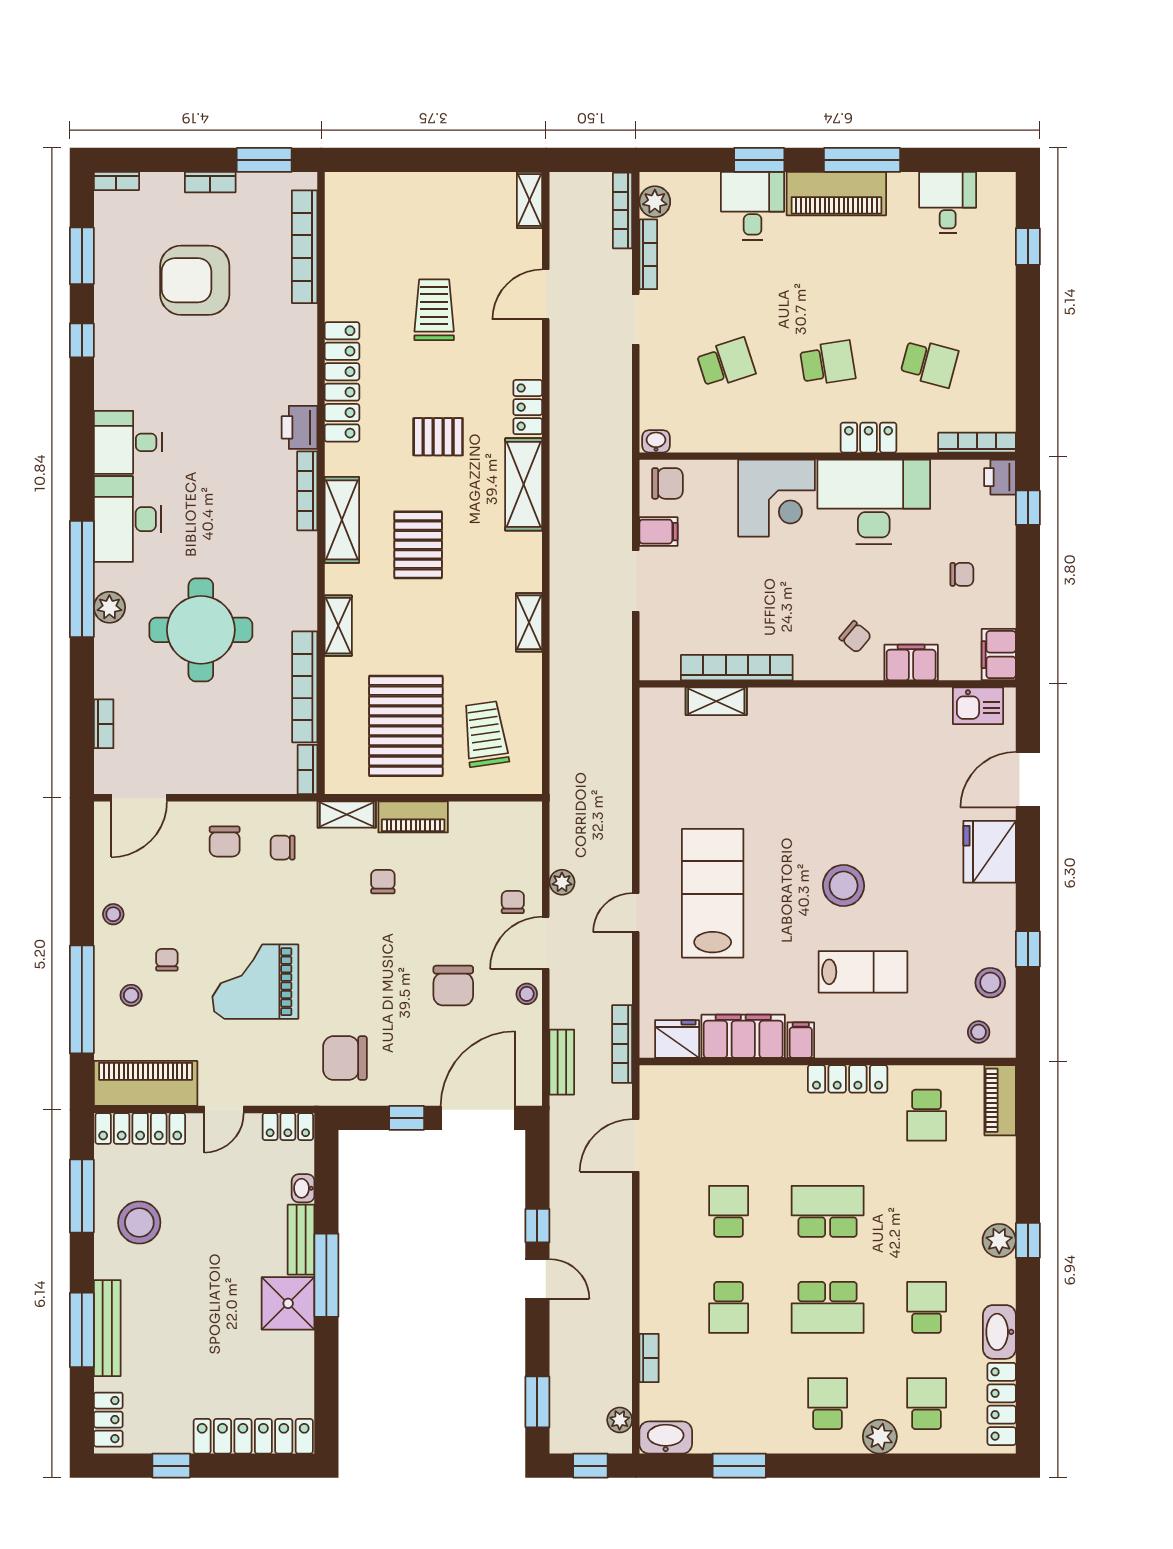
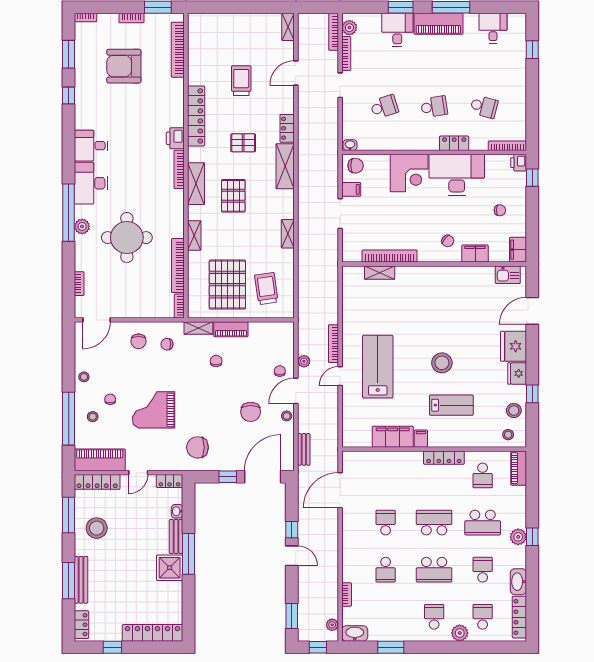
fridge: (677, 1039) -> (517, 373), moved, turned -90
bookcase: (622, 1044) -> (333, 344), moved
door: (636, 1145) -> (340, 490), width x1.36
school desk: (927, 1211) -> (483, 523), added

